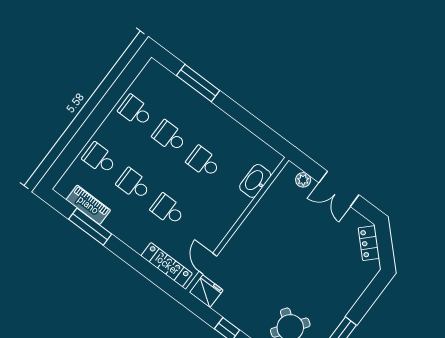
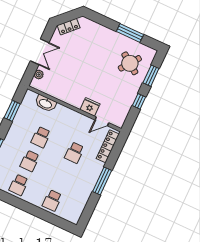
window: (255, 126) -> (12, 111), added
school desk: (134, 184) -> (63, 177), removed
piano: (88, 205) -> (82, 201), removed
window: (90, 227) -> (102, 181), moved
fridge: (206, 291) -> (90, 107), moved, turned 90

